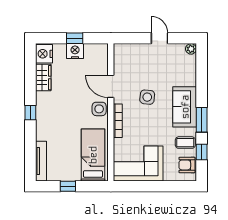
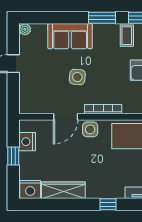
nightstand: (75, 51) -> (27, 142), moved
wardrobe: (43, 78) -> (63, 190), width x1.50
sofa: (185, 107) -> (70, 36), moved
window: (30, 113) -> (108, 204), moved

